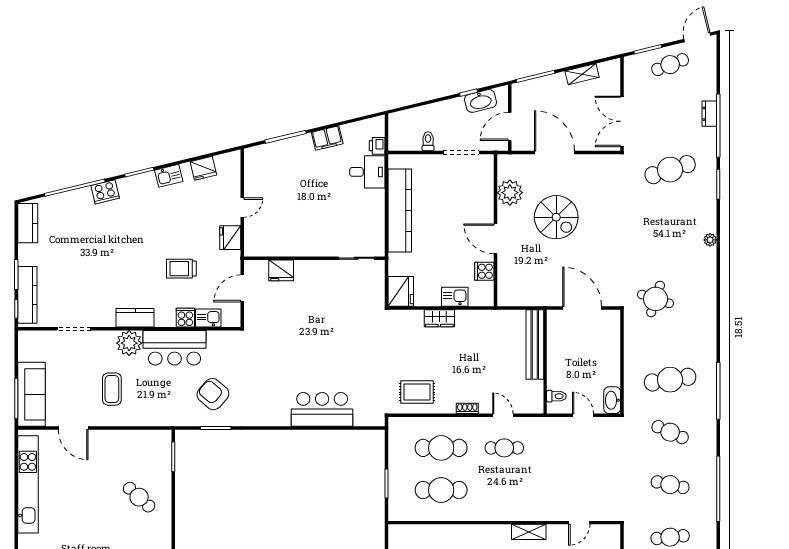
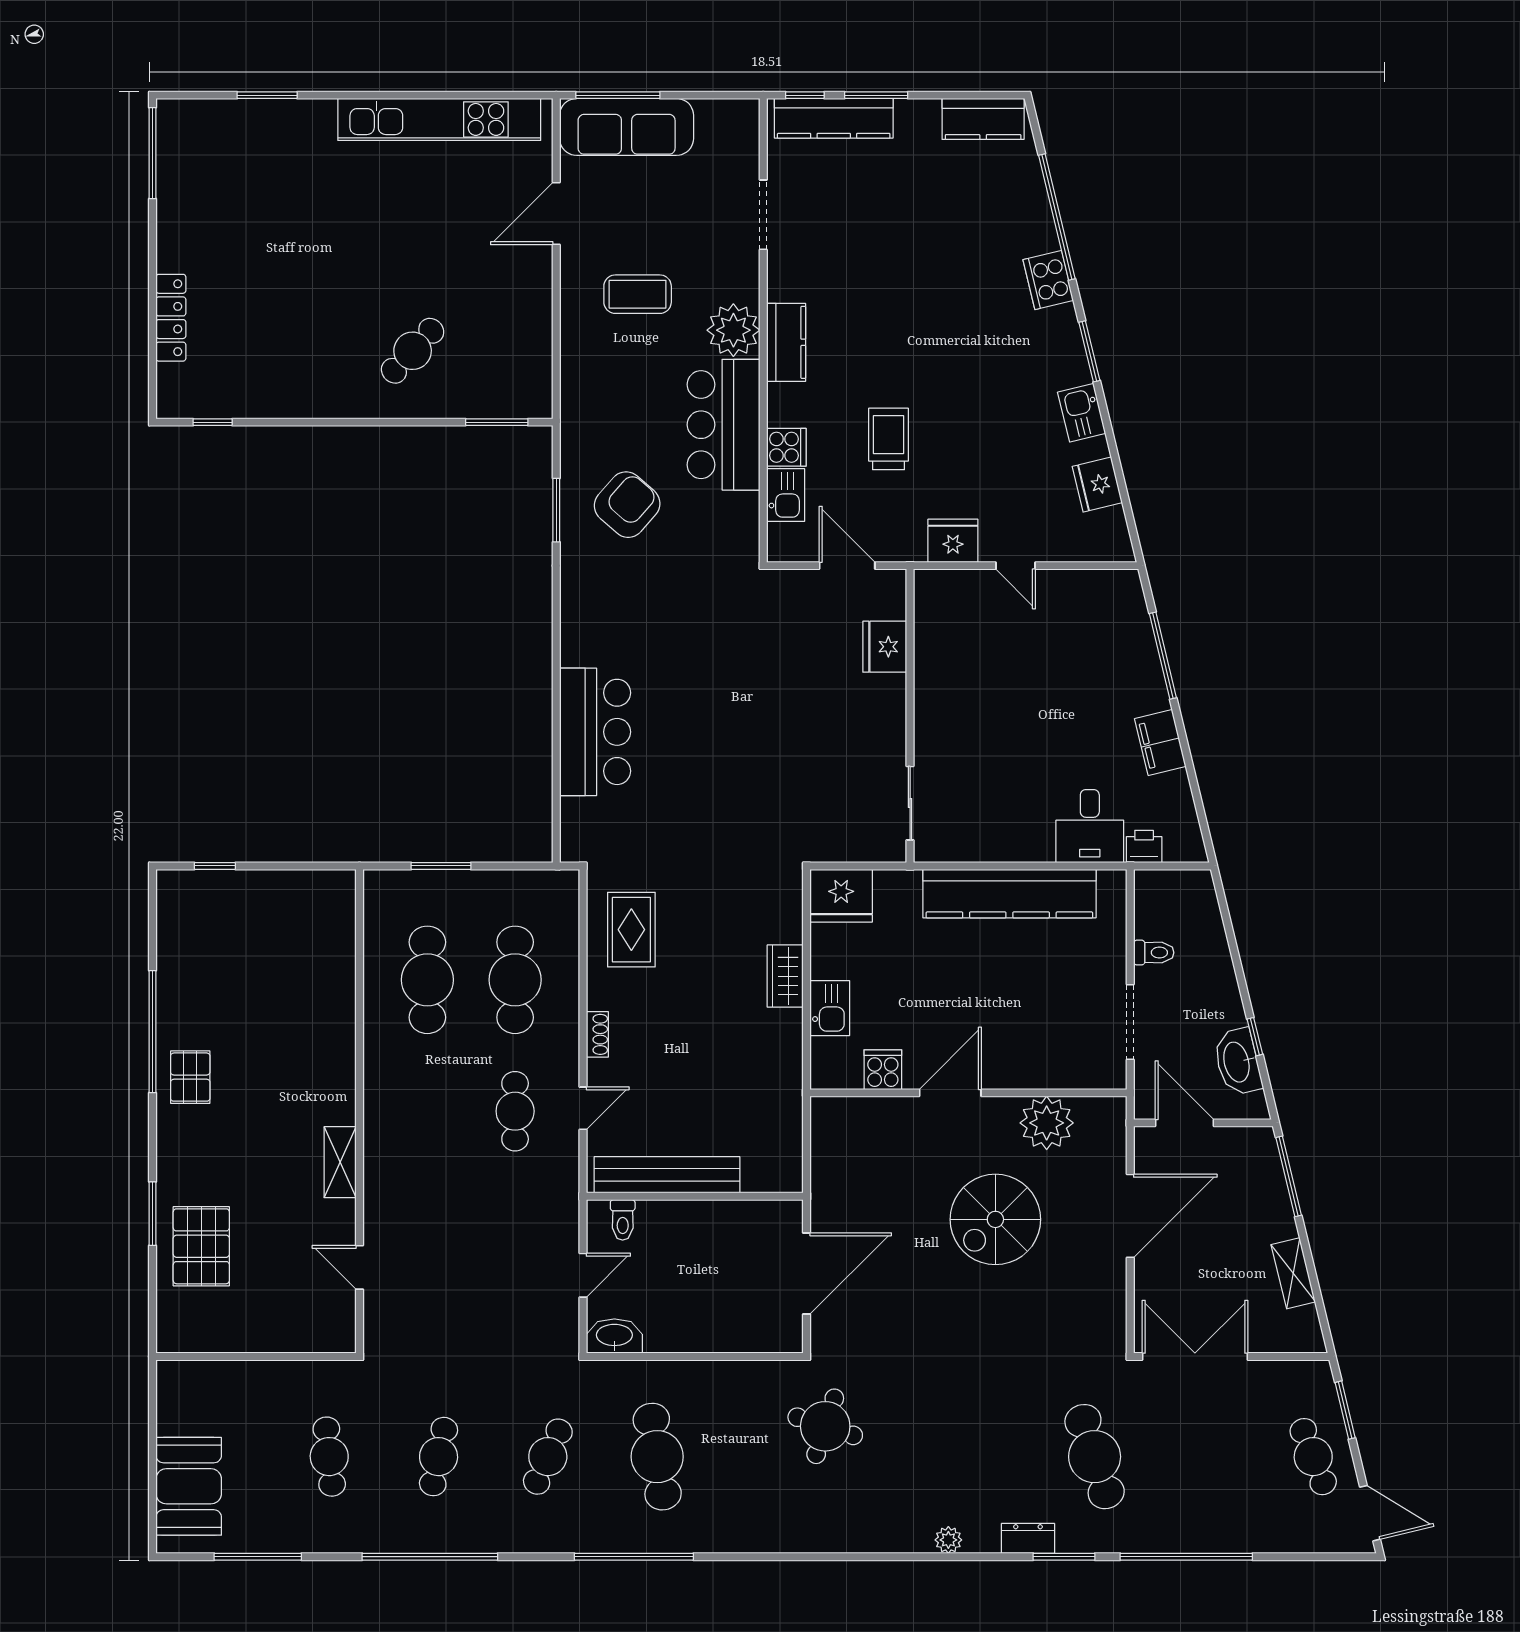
dresser: (709, 114) -> (1028, 1538), moved
bench: (535, 344) -> (667, 1175), moved

